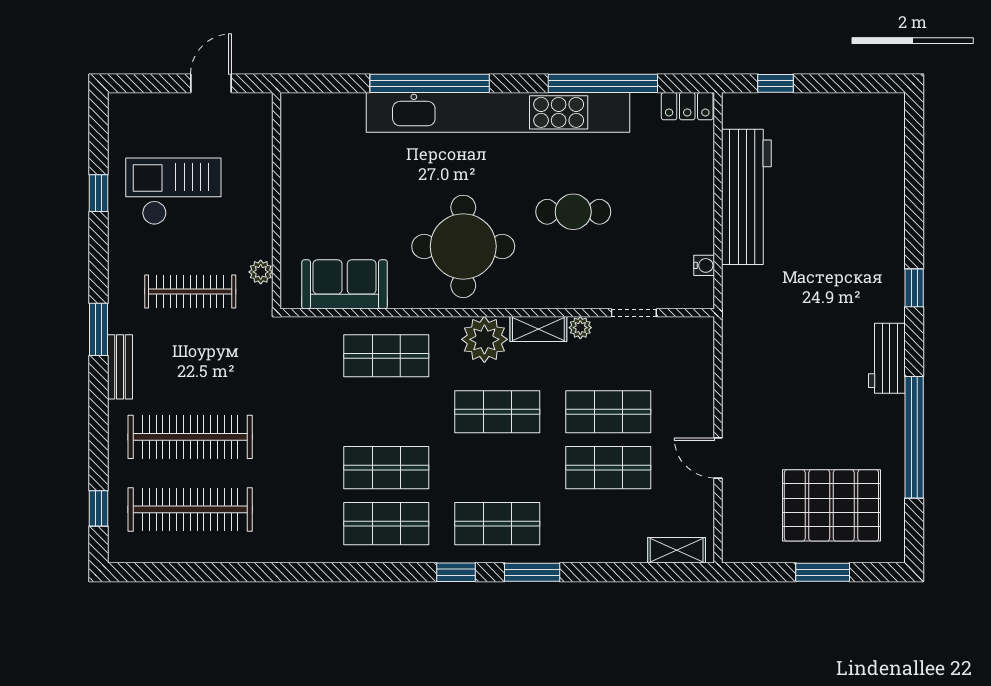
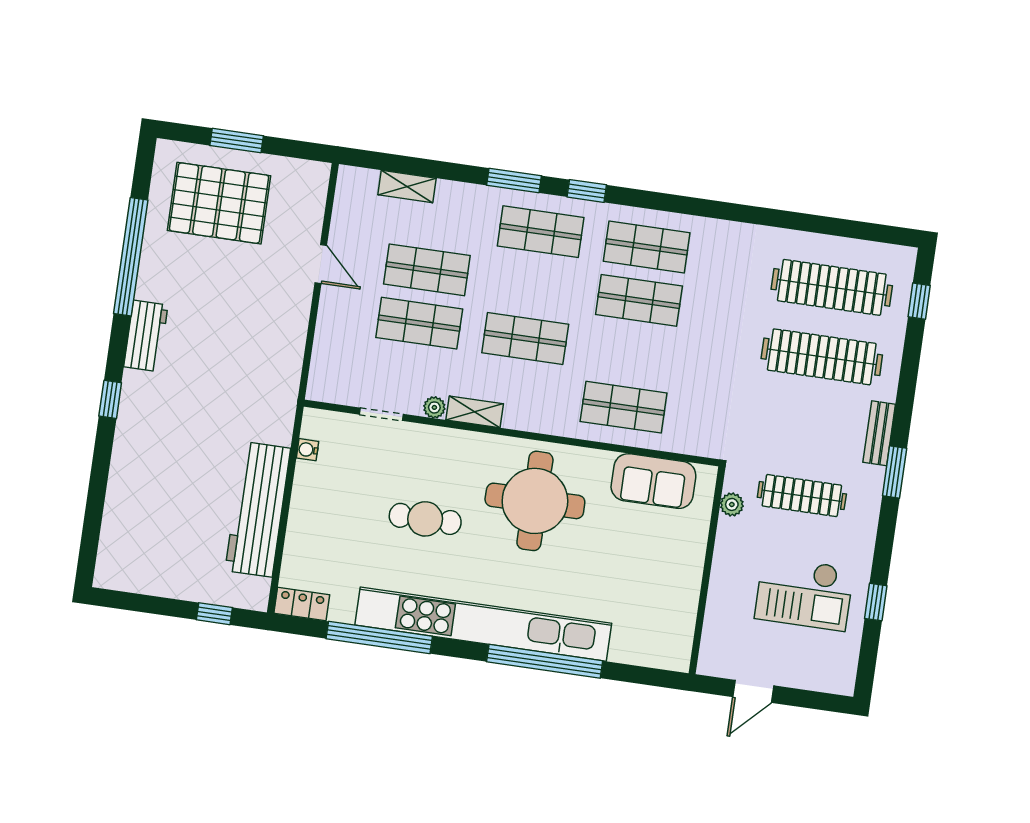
plant: (484, 339) -> (528, 409), removed
shelving: (677, 550) -> (407, 186), moved

